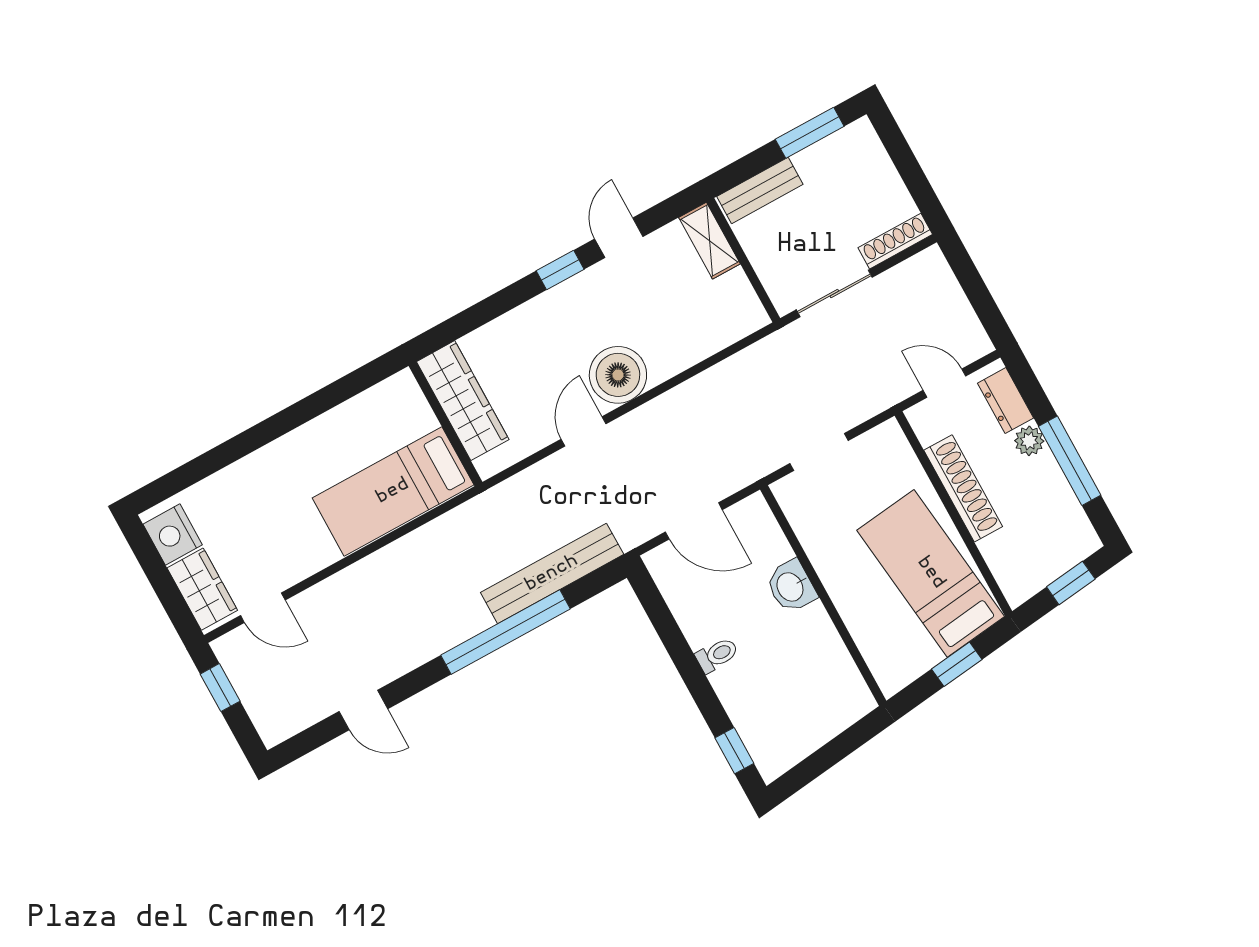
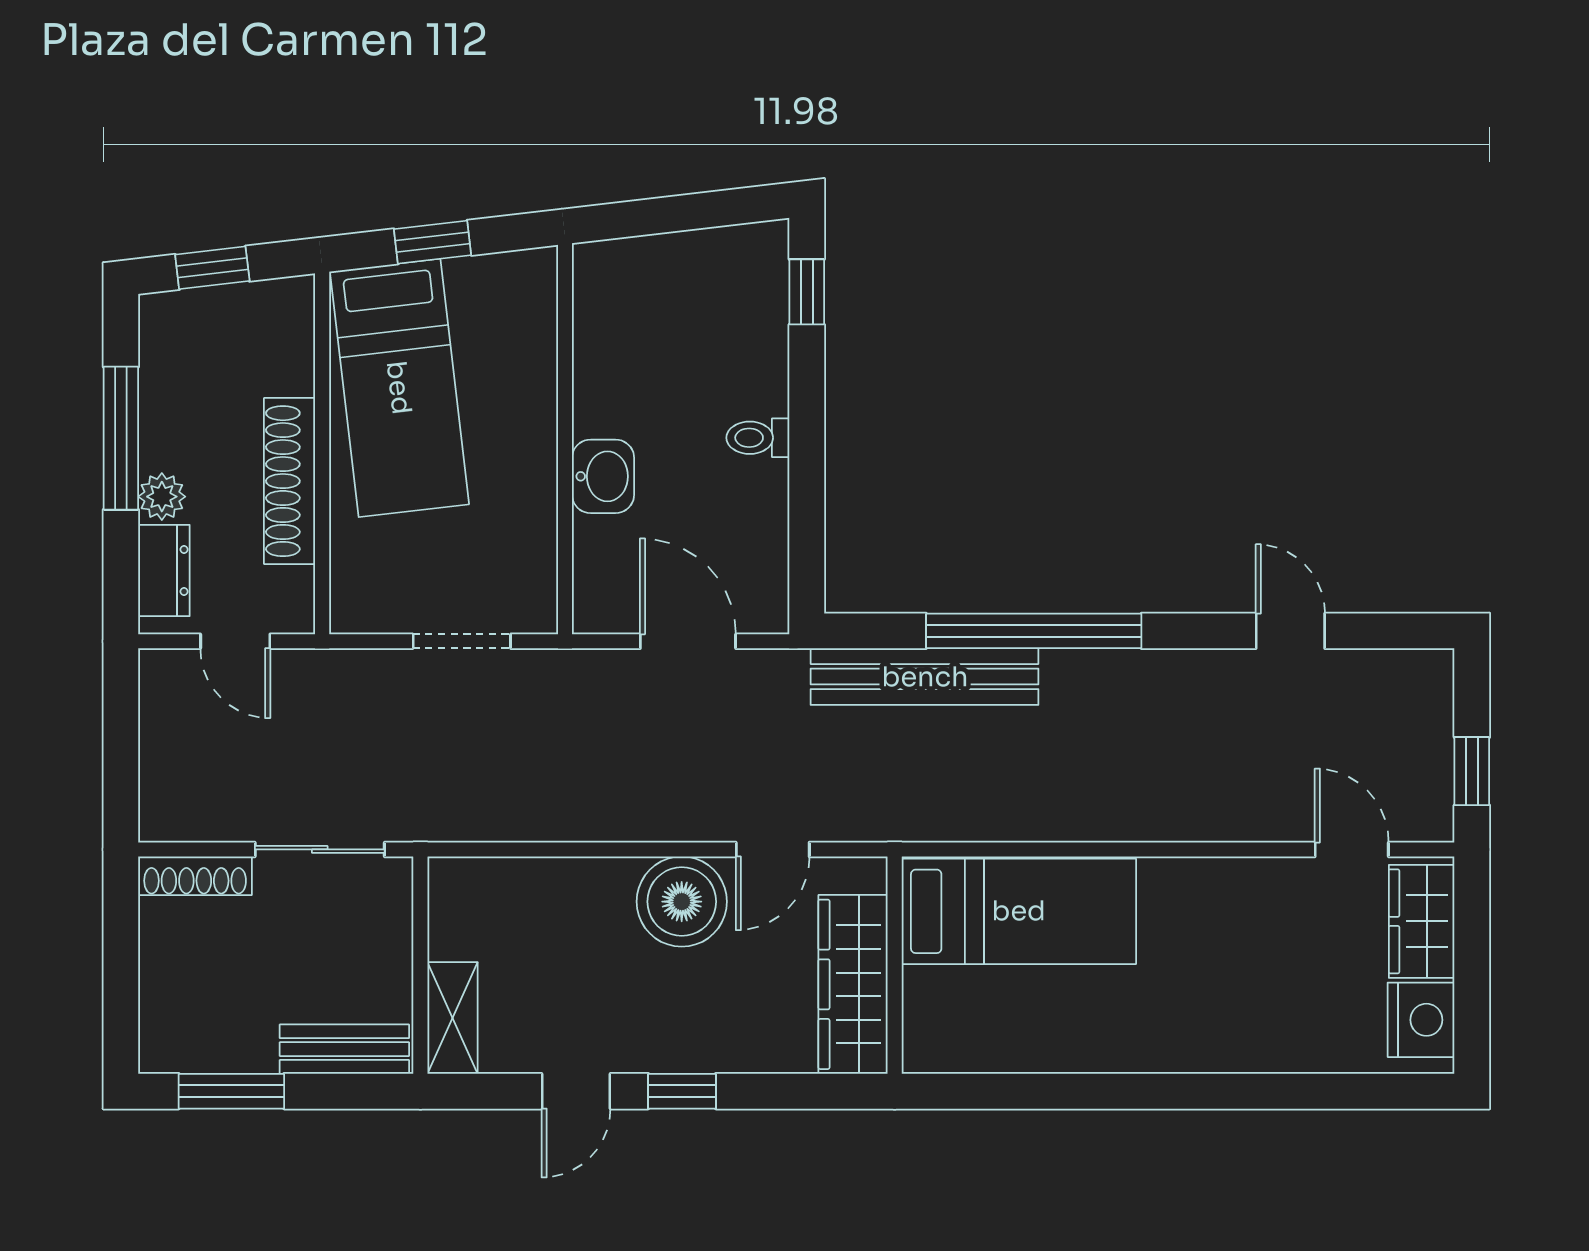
wardrobe: (463, 401) -> (853, 984), moved
wall: (446, 424) -> (895, 965), moved
bed: (393, 491) -> (1019, 911), moved

